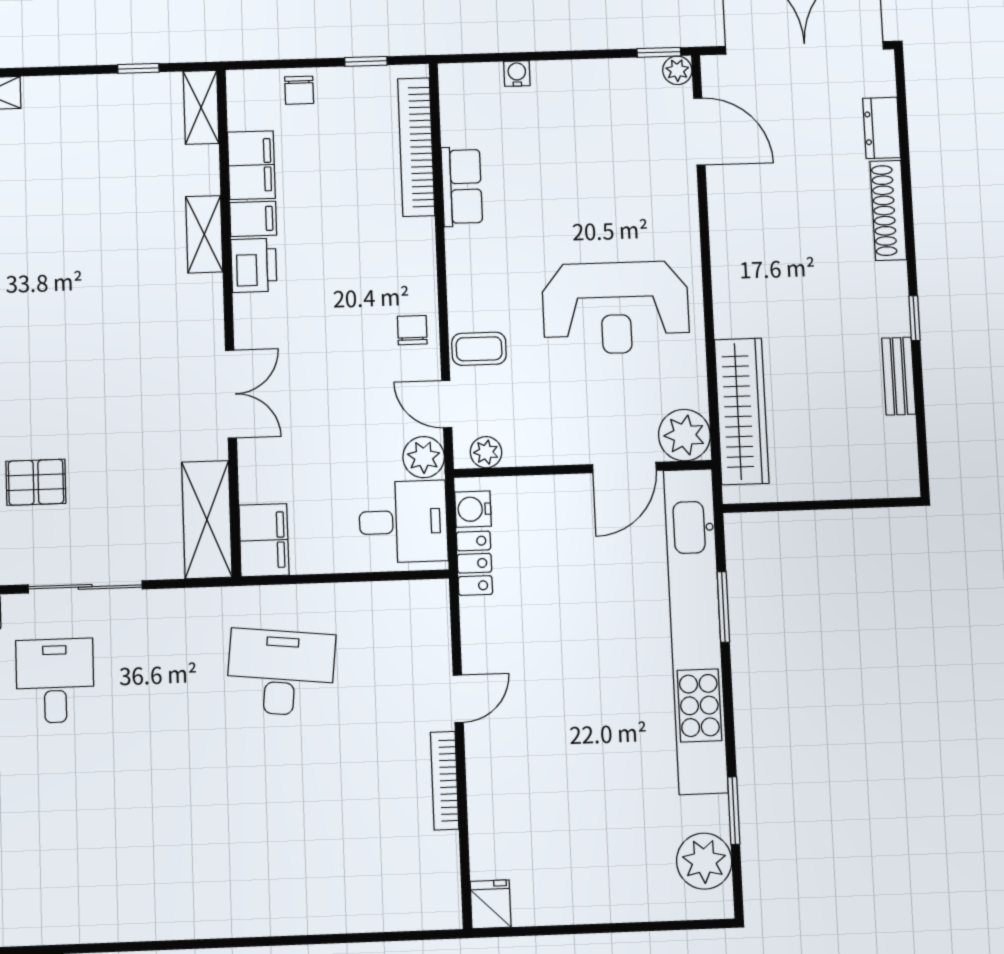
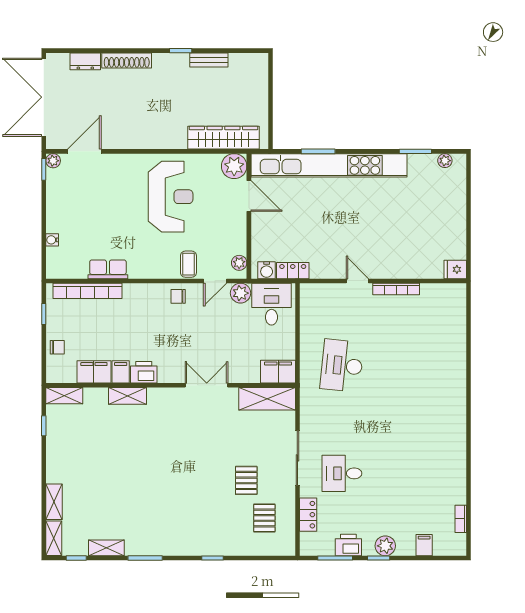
plant: (704, 861) -> (445, 161), width x0.53, depth x0.53

